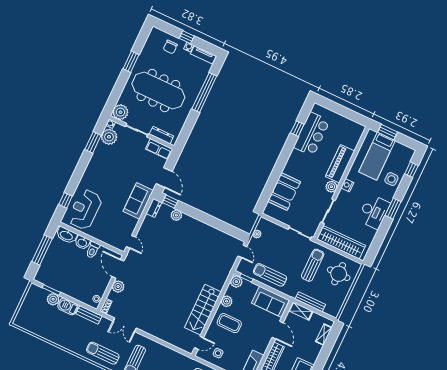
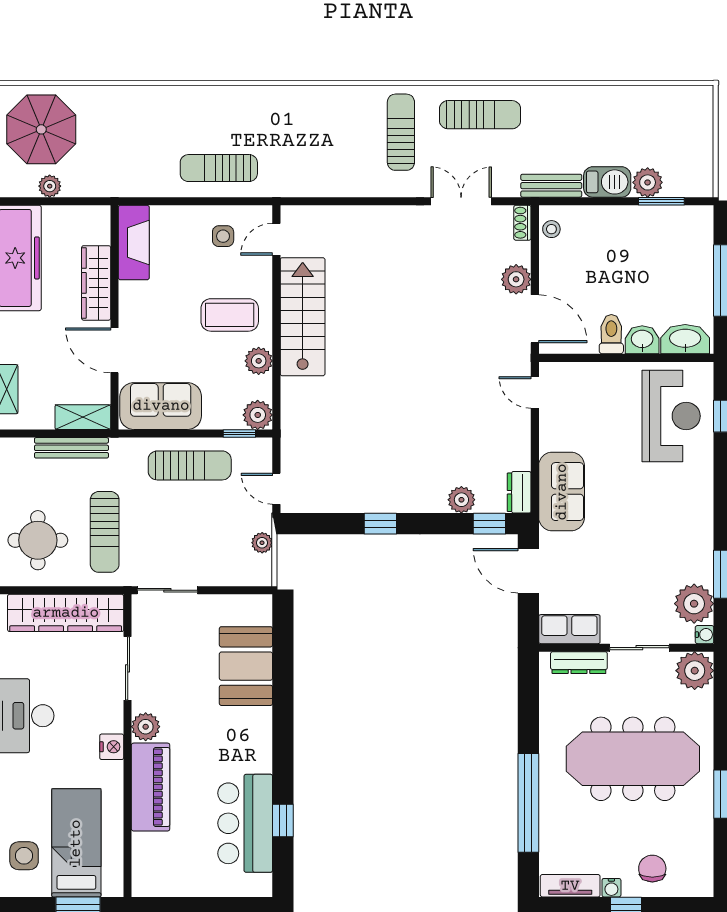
side table: (391, 179) -> (24, 856), moved
window: (210, 220) -> (380, 524), added

